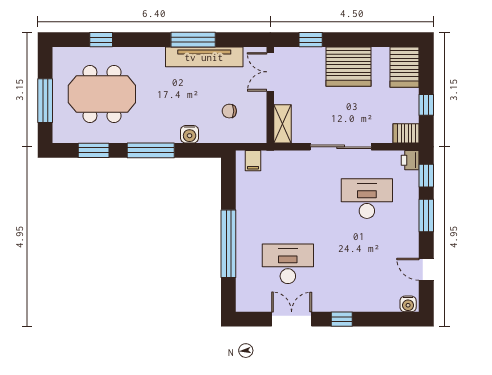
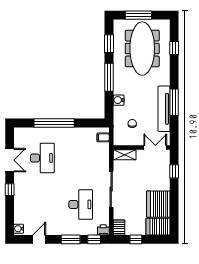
server rack: (349, 67) -> (158, 204), moved
meeting table: (102, 94) -> (142, 49), width x1.36

